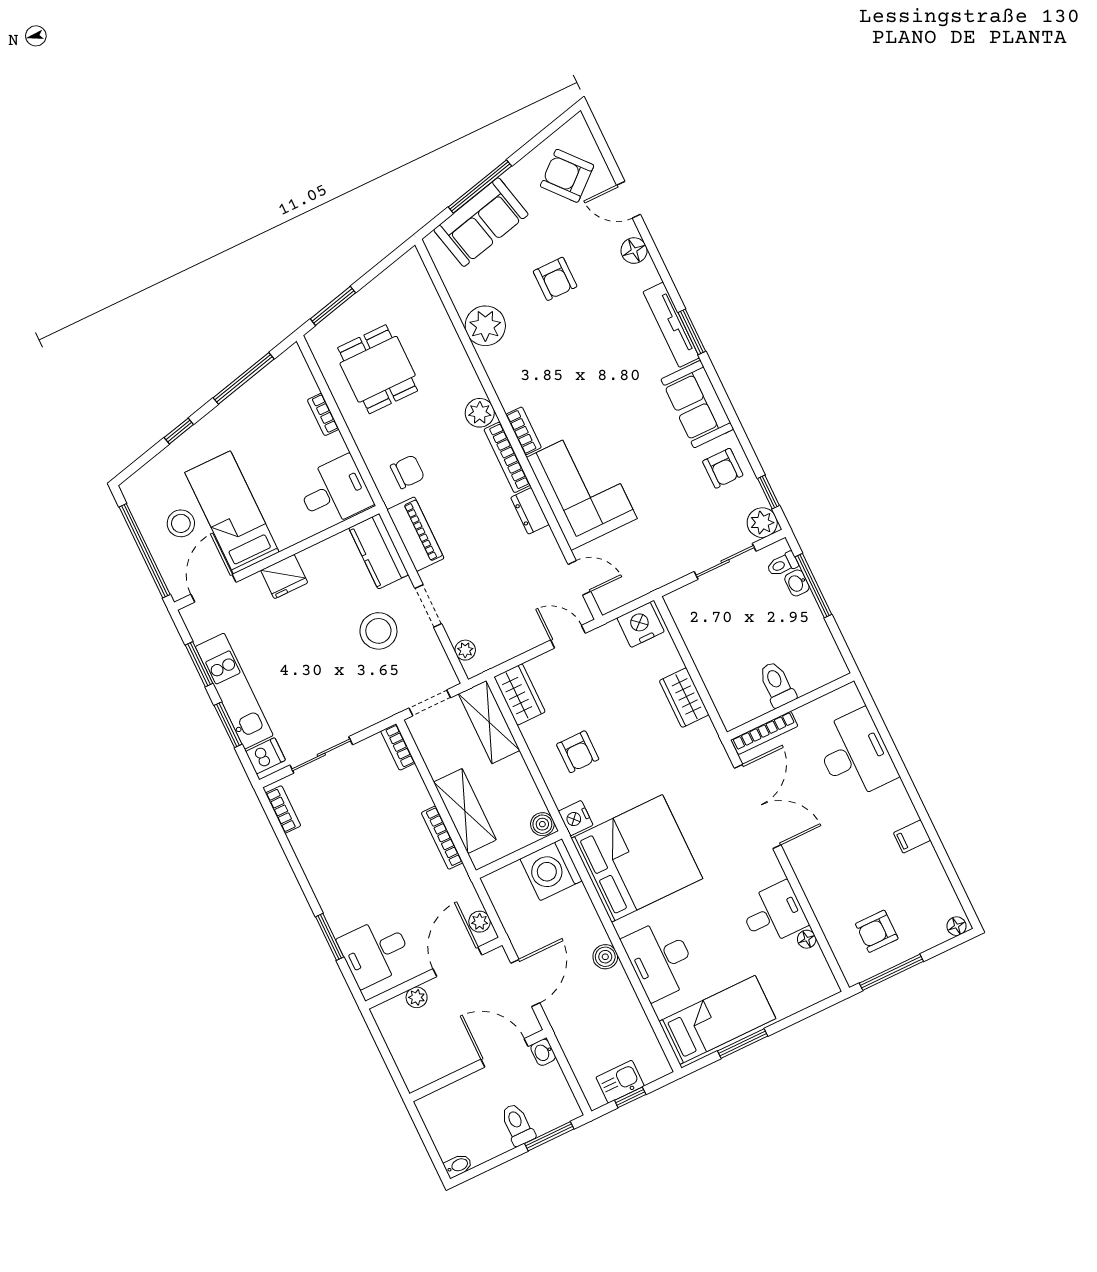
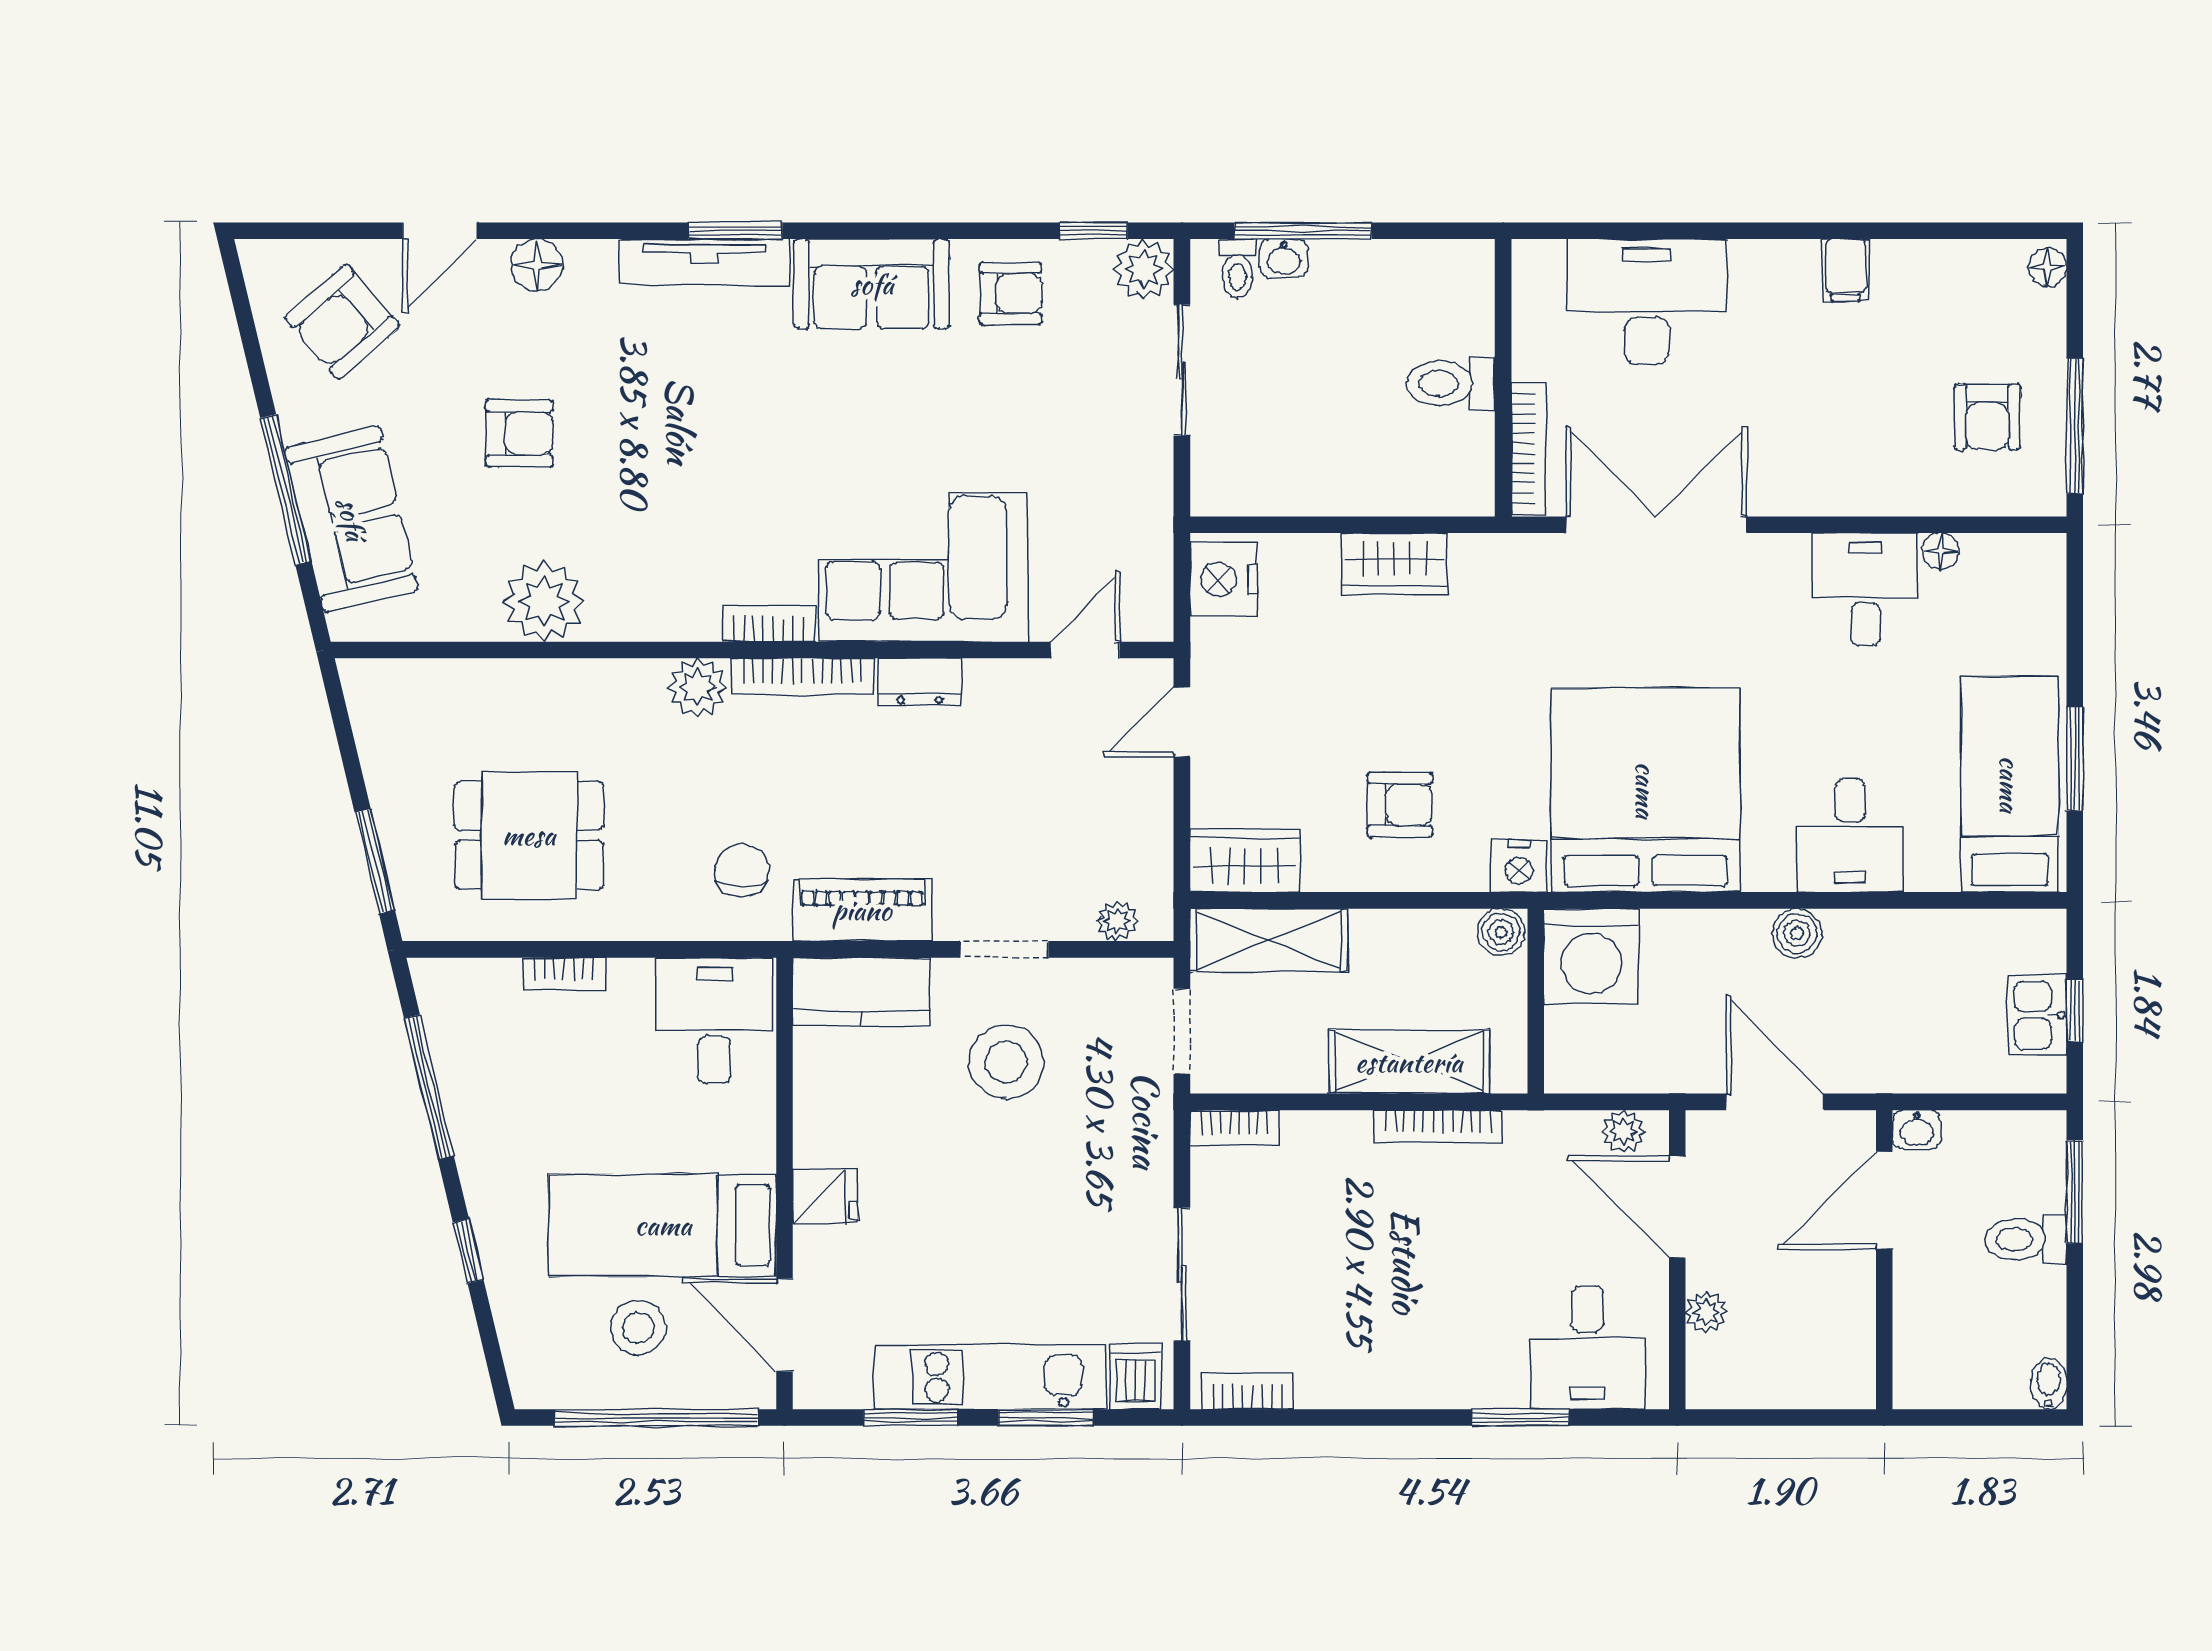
fridge: (284, 577) -> (825, 1196), width x0.72
desk: (660, 959) -> (1850, 835), width x0.73

